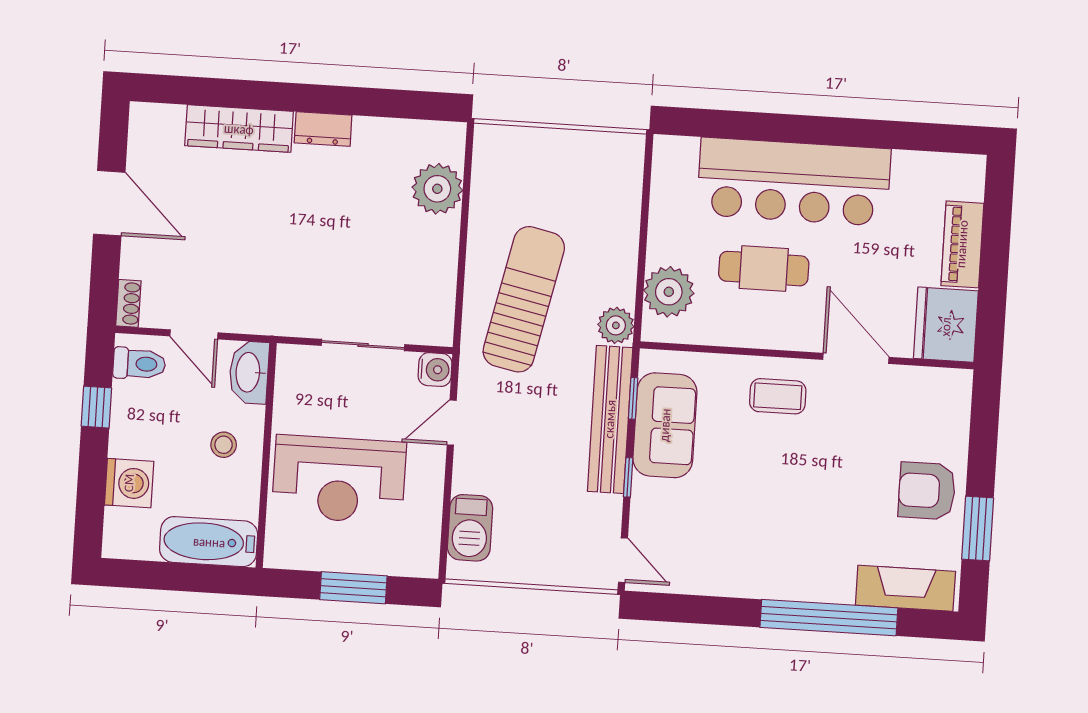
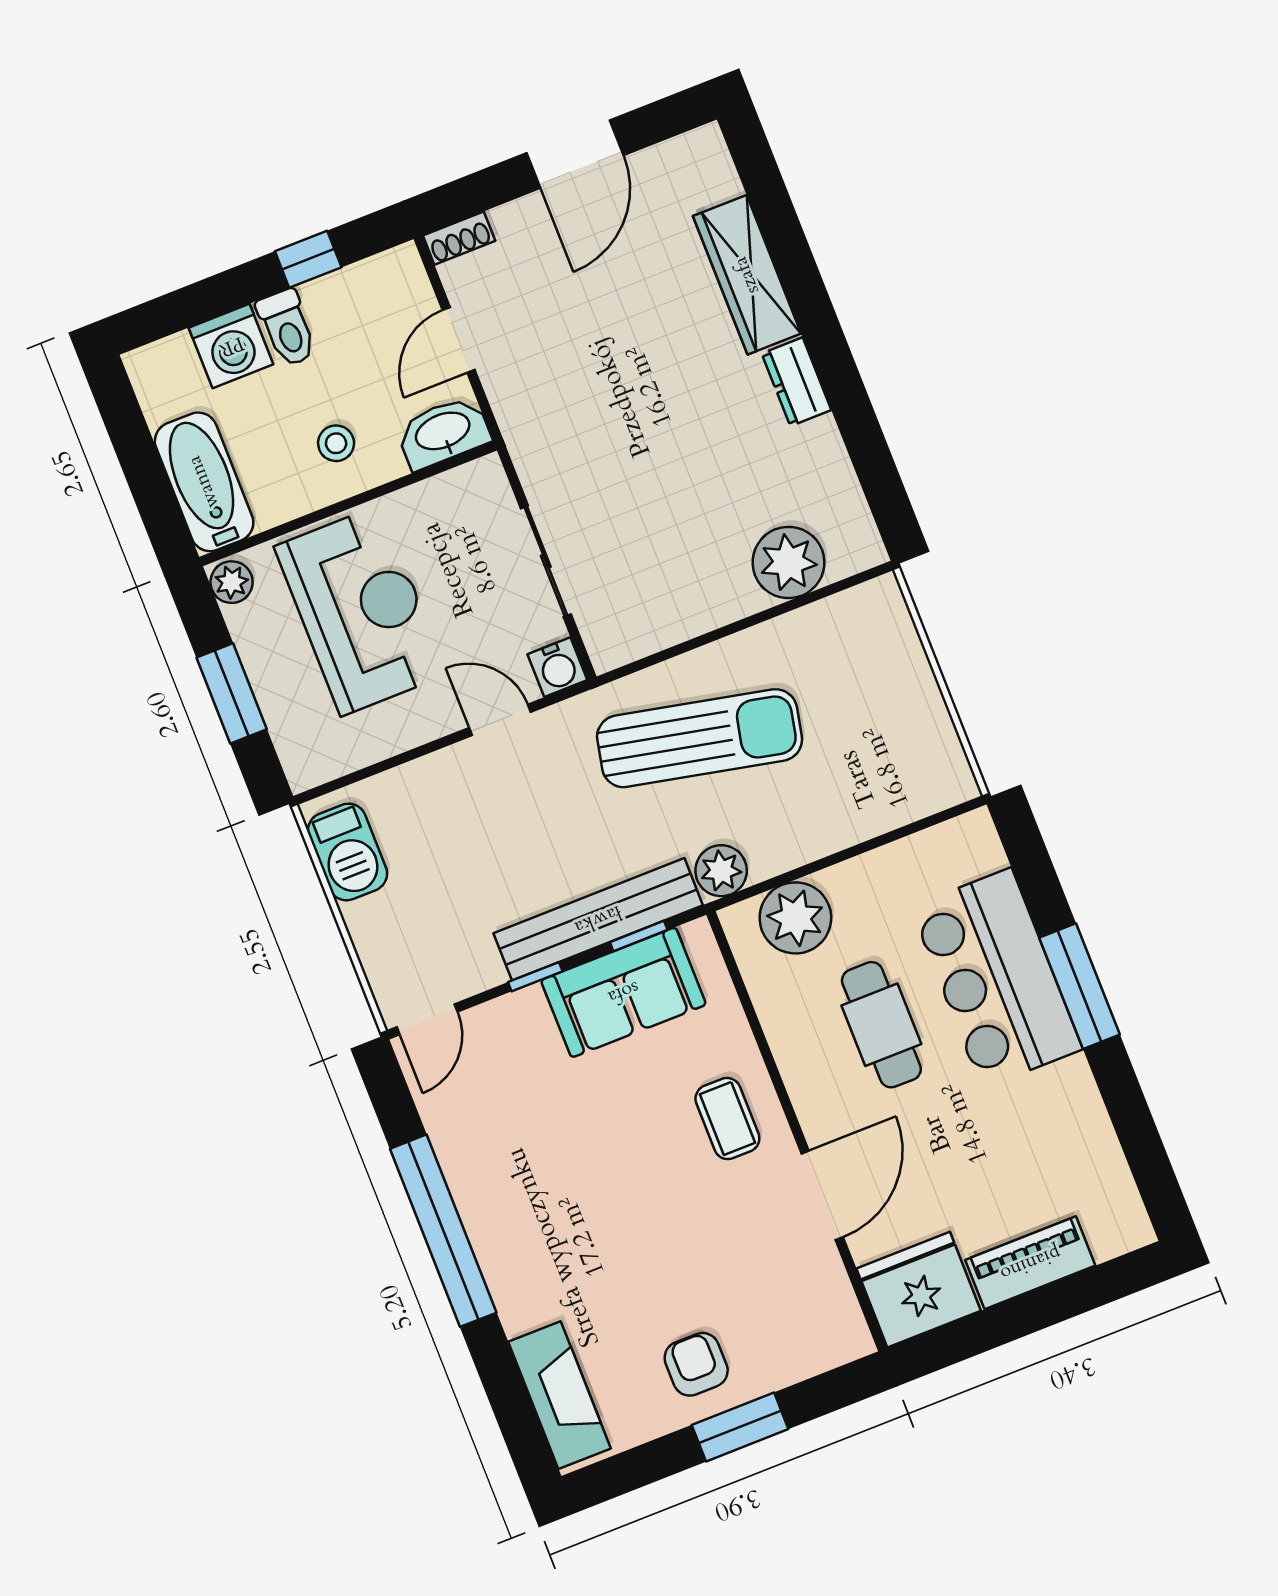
window: (799, 129) -> (1080, 986), added
bar counter: (794, 182) -> (997, 978), width x0.73
toilet: (139, 364) -> (287, 328), moved
reception desk: (339, 479) -> (361, 611), turned 180
armchair: (927, 491) -> (696, 1364), width x0.72, depth x0.72
barbecue: (470, 528) -> (348, 852), moved, turned -90
window: (978, 528) -> (740, 1427), moved
plant: (282, 554) -> (232, 582), added
window: (829, 618) -> (443, 1231), moved

